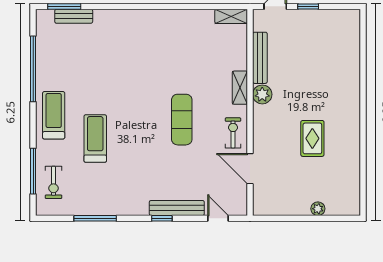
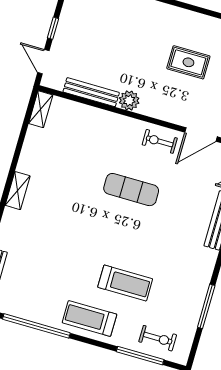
shelving: (240, 88) -> (18, 191), moved, turned 90
treadmill: (95, 138) -> (125, 283), turned 180

